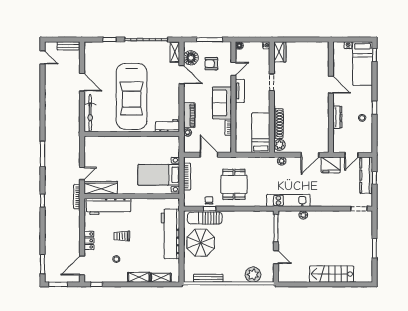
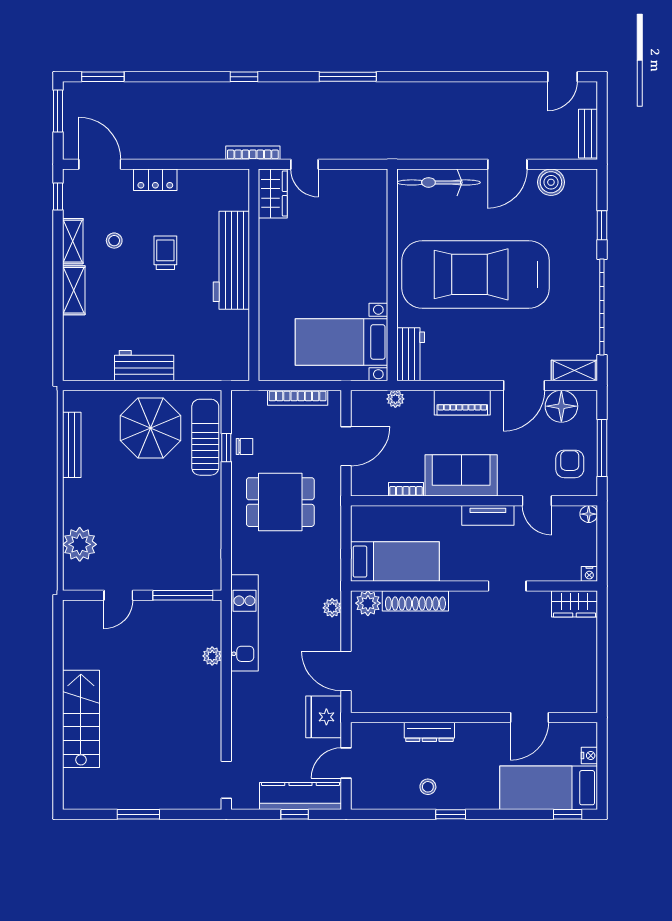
boiler: (90, 63) -> (551, 182), added
armchair: (211, 64) -> (570, 464), moved
door: (331, 85) -> (529, 717), moved
piano: (189, 115) -> (462, 403), moved
door: (351, 155) -> (346, 763), hinge flipped
bed with nightstands: (159, 175) -> (342, 342), moved, turned -90
wardrobe: (101, 188) -> (273, 193), width x0.67
workbench: (109, 206) -> (231, 260), moved
workbench: (170, 234) -> (144, 366), width x0.53, depth x0.76
shelving: (161, 278) -> (73, 241), moved

